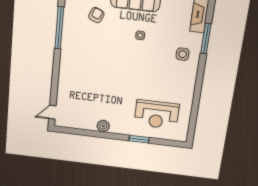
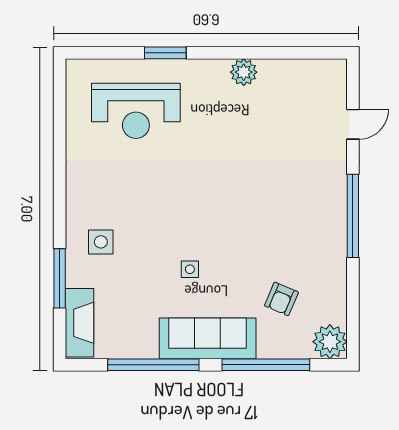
window: (59, 28) -> (353, 216), moved
door: (52, 112) -> (353, 124), moved
reception desk: (157, 115) -> (136, 111), turned 180

